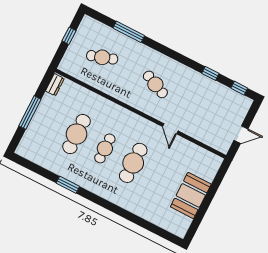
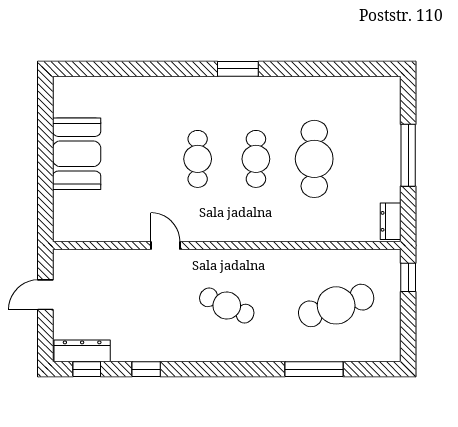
window: (69, 36) -> (408, 277), moved
cafe table: (102, 57) -> (336, 305), width x1.37, depth x1.35
dresser: (237, 98) -> (82, 351), added
cafe table: (133, 163) -> (198, 159), width x0.73, depth x0.74
window: (68, 185) -> (238, 69), moved

